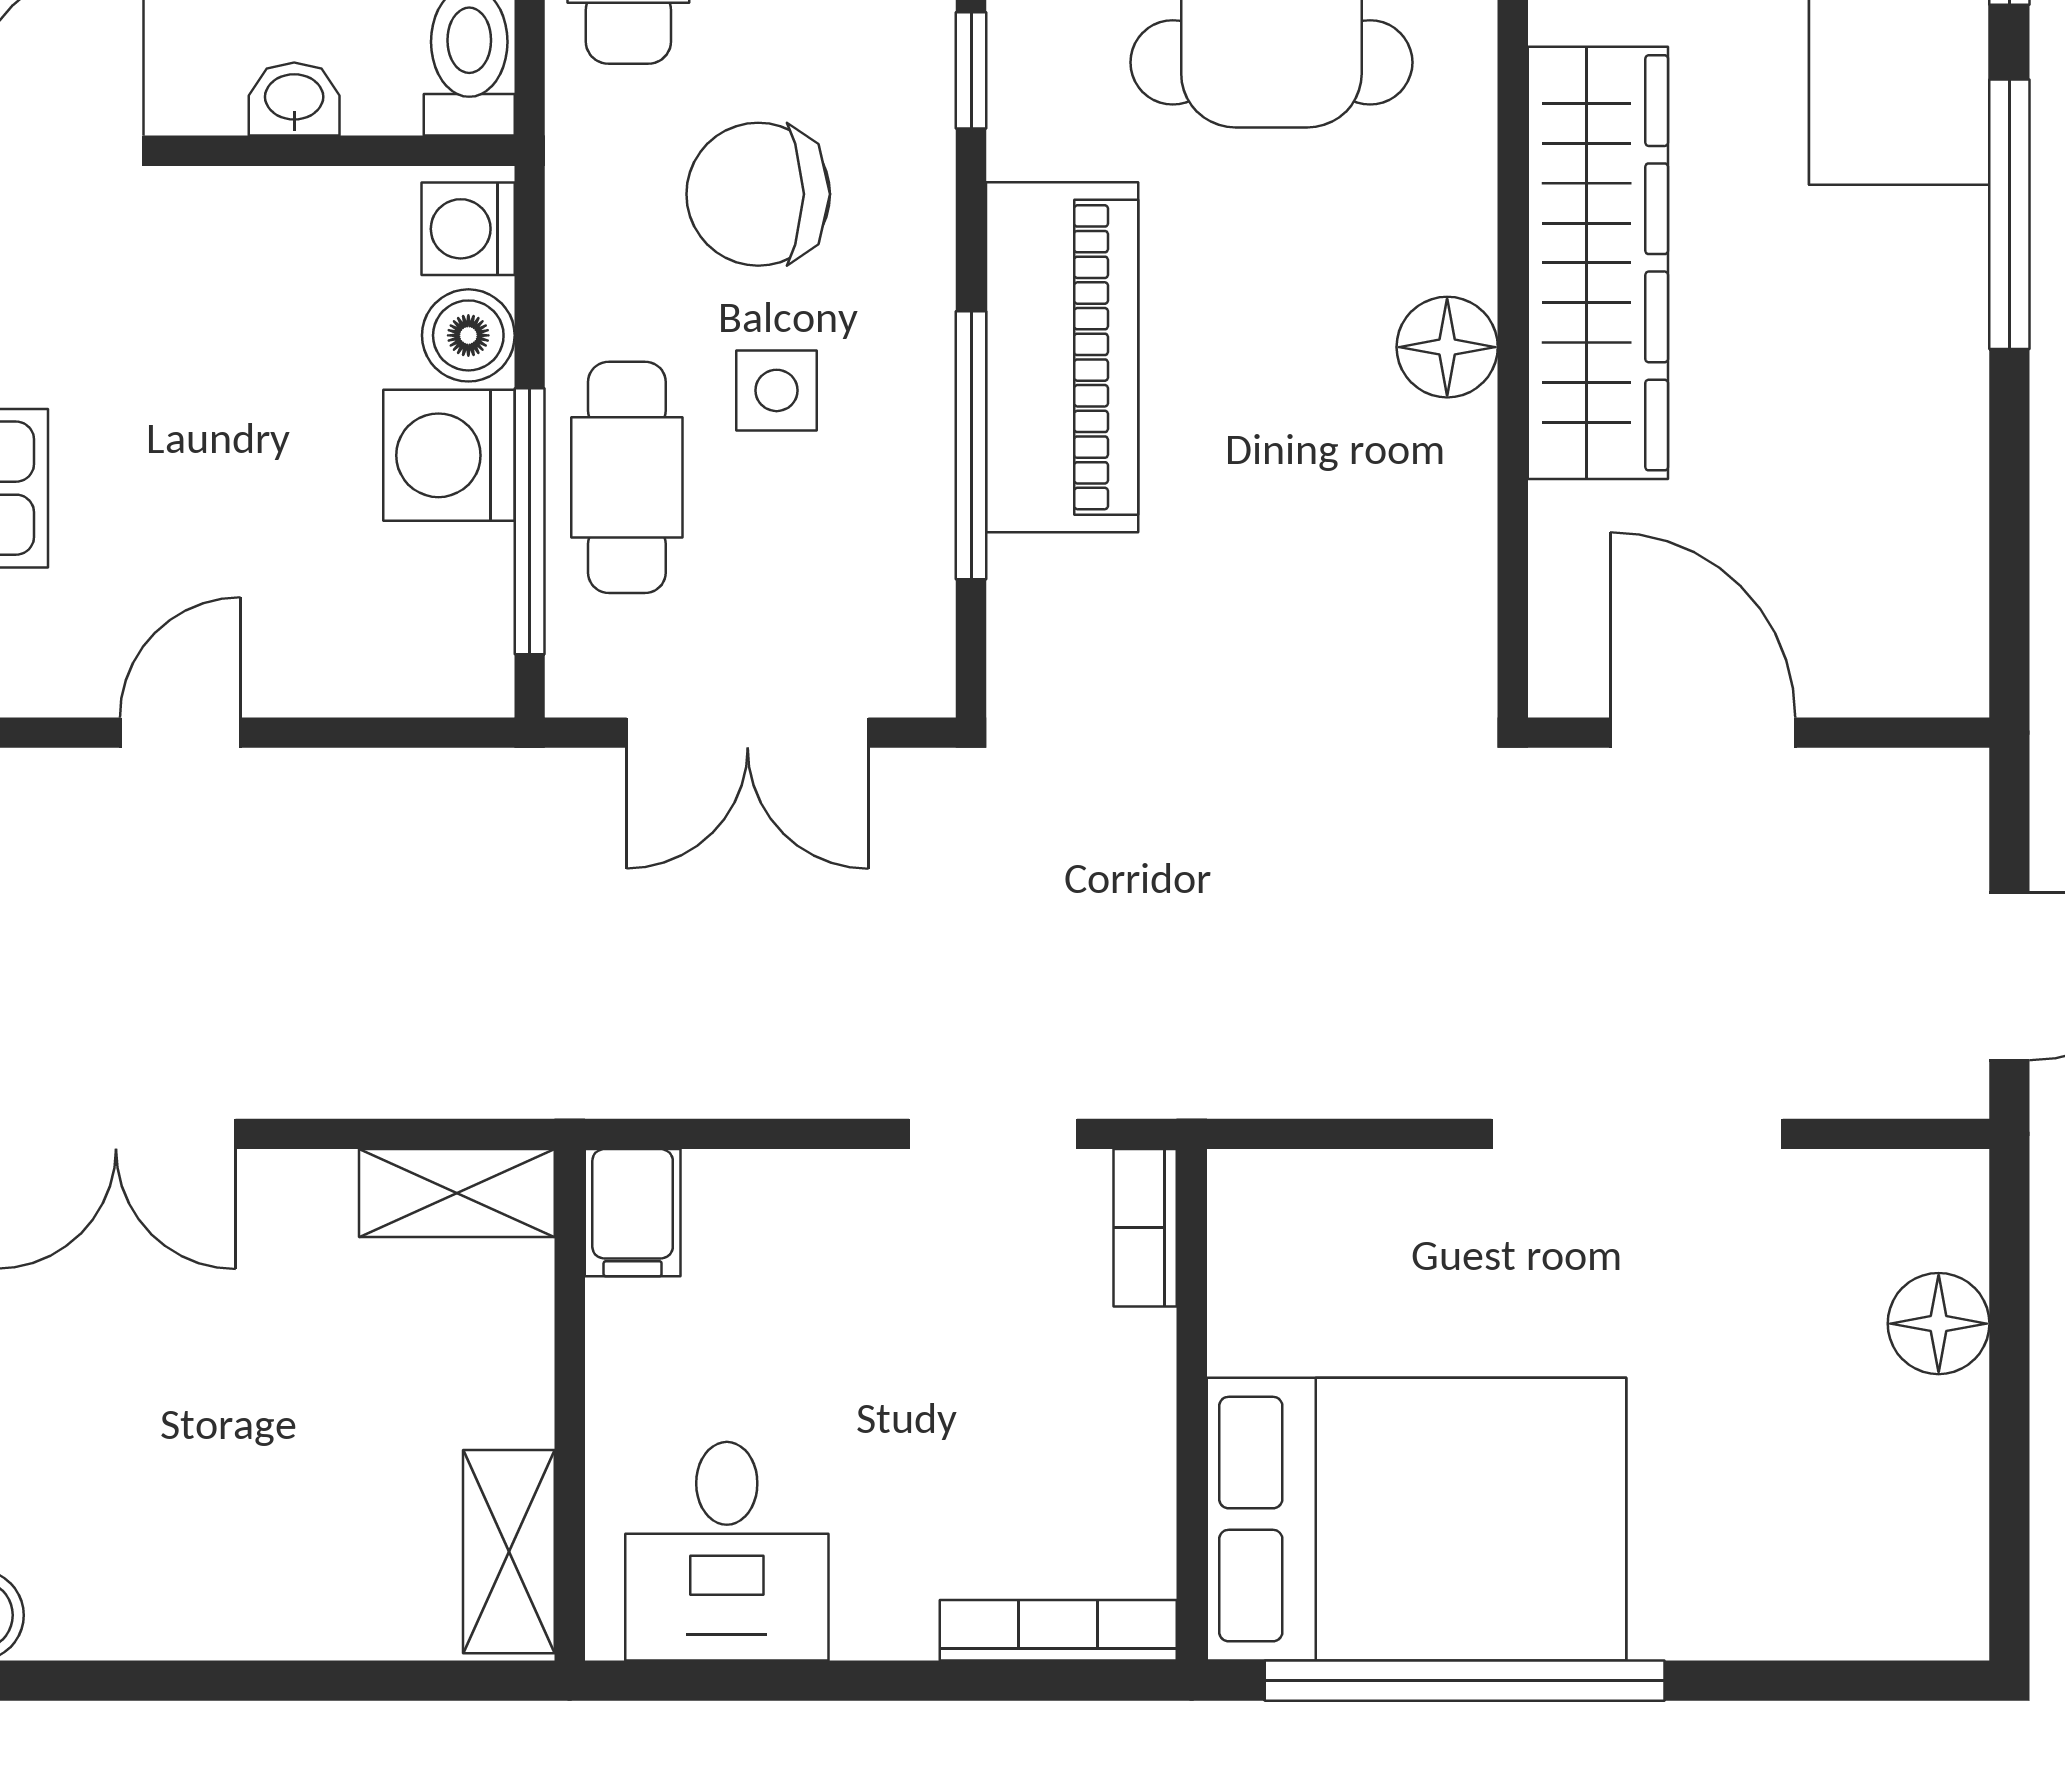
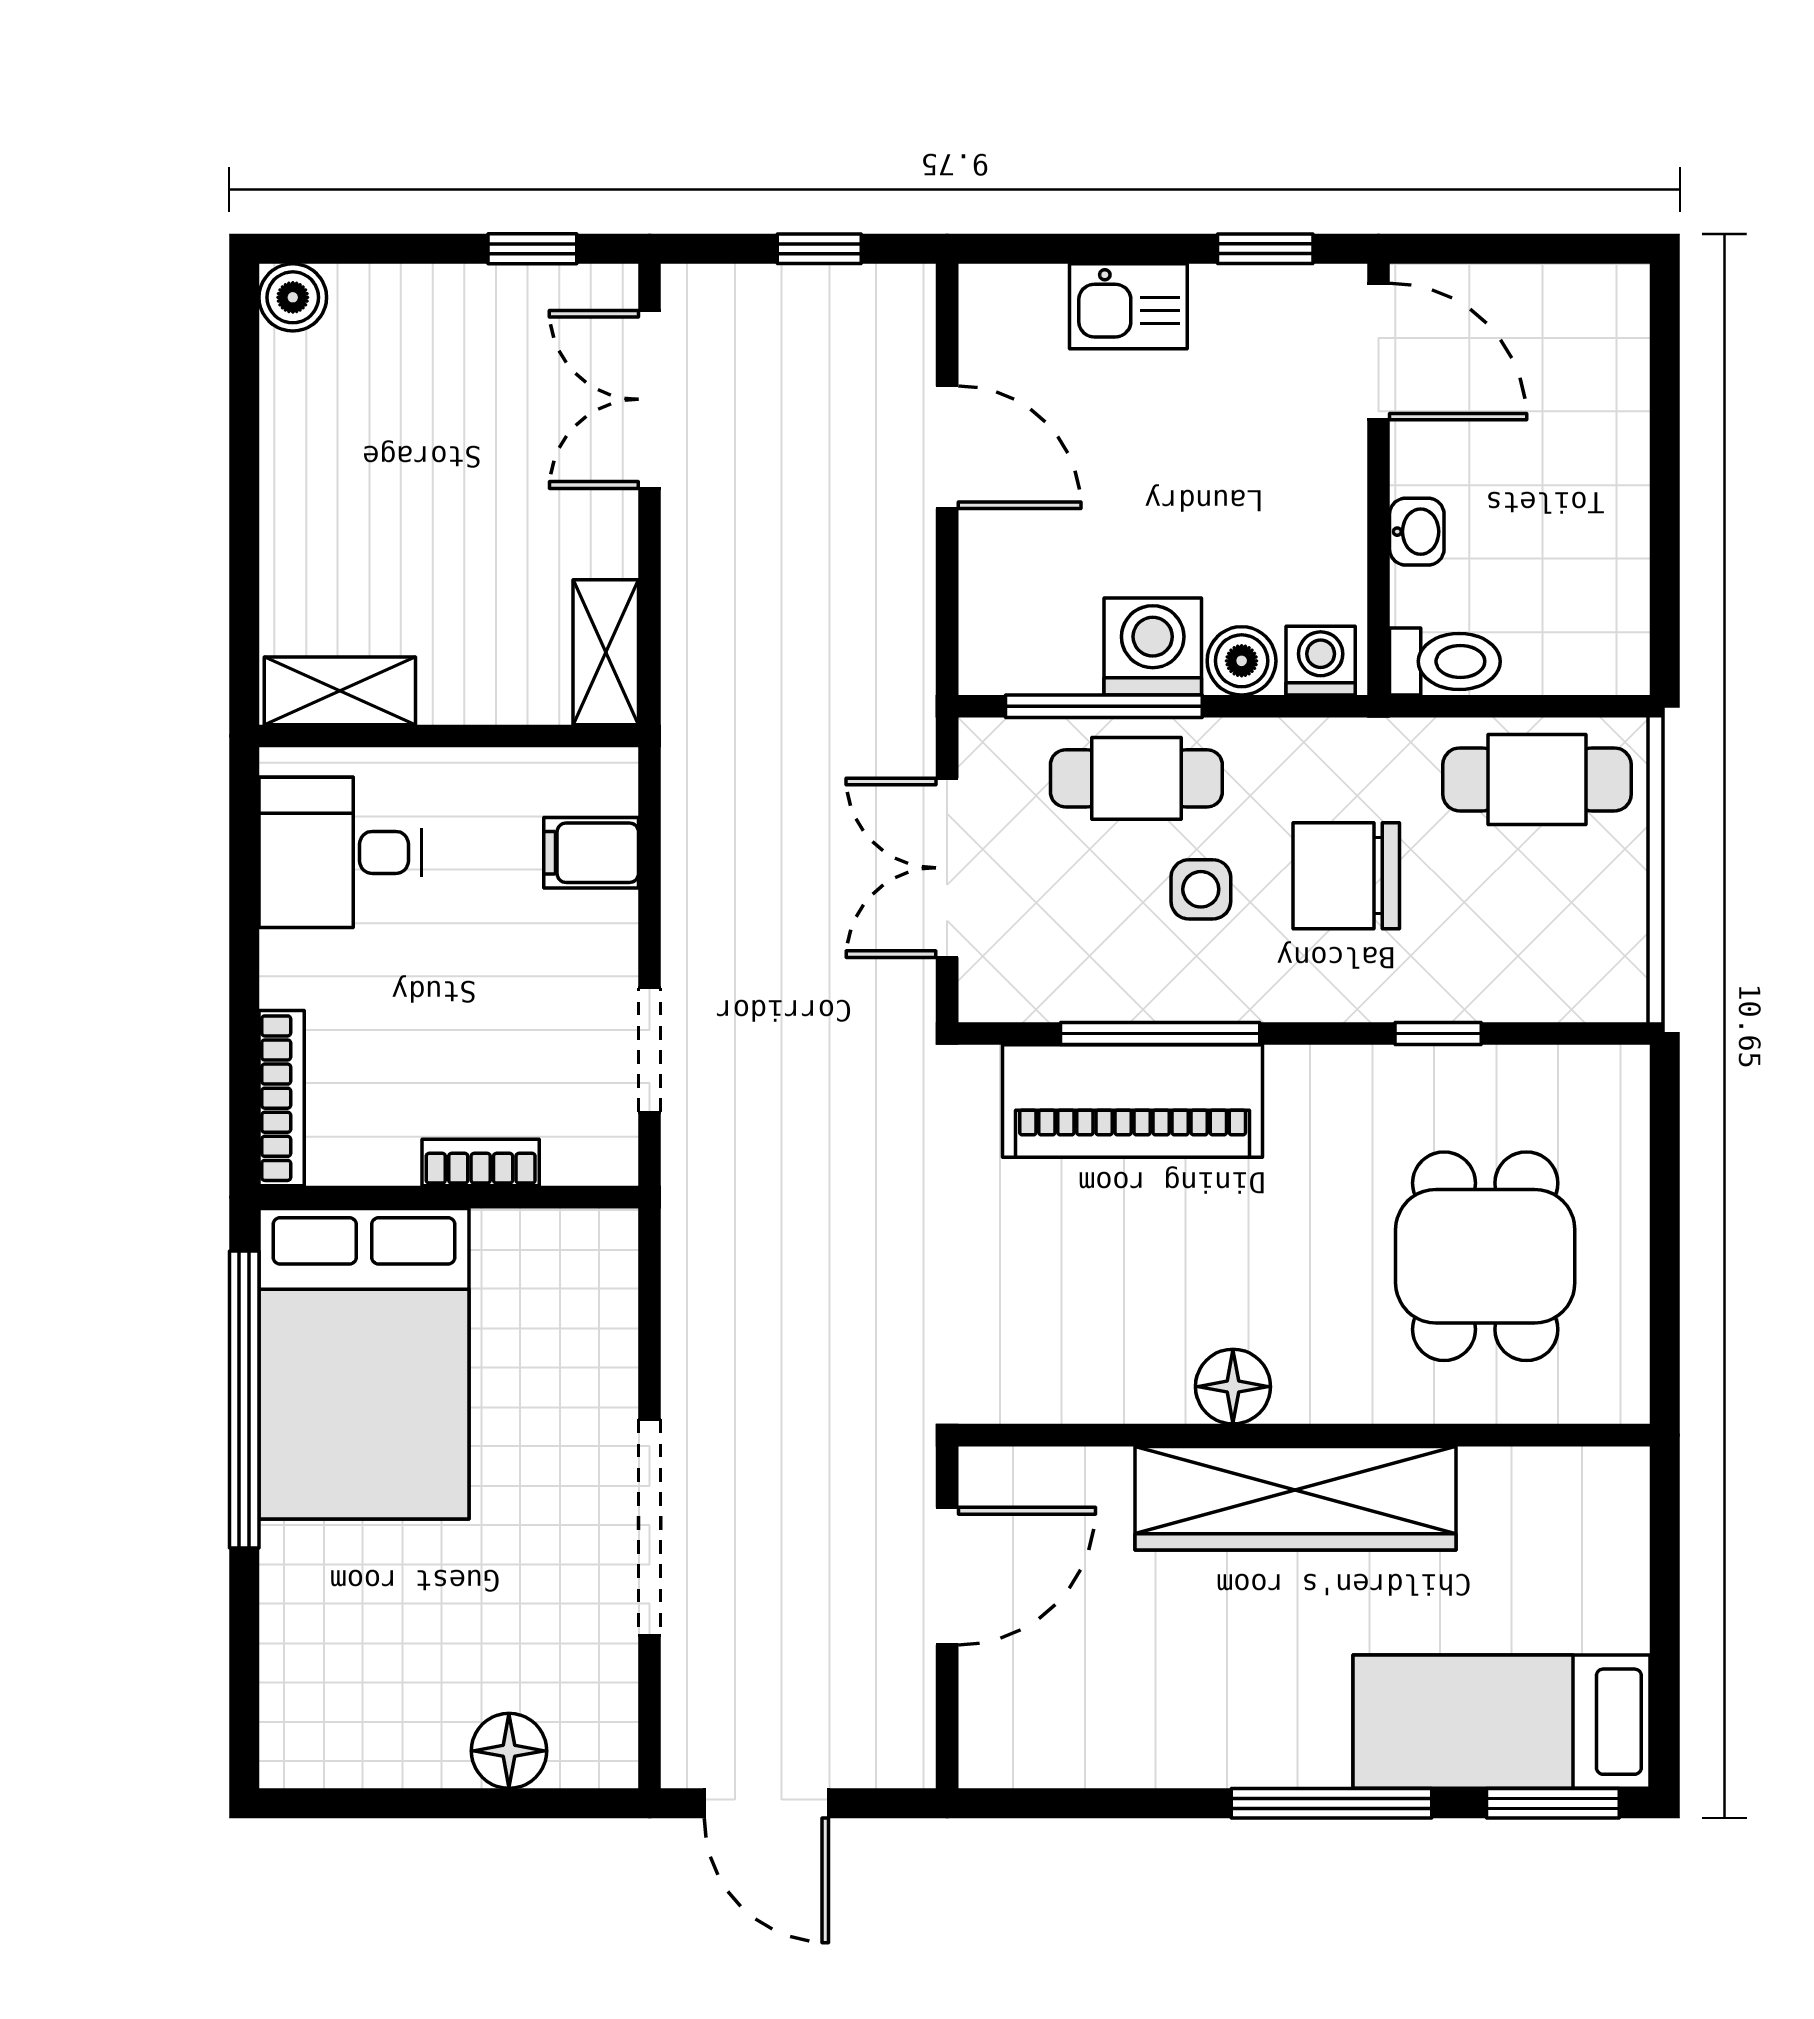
chair: (758, 194) -> (1346, 876), turned -90
piano: (1062, 357) -> (1133, 1101), moved
door: (180, 733) -> (947, 447), width x1.38
filing cabinet: (633, 1213) -> (591, 853), moved
bookcase: (1145, 1228) -> (481, 1163), moved

